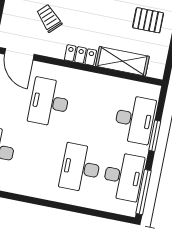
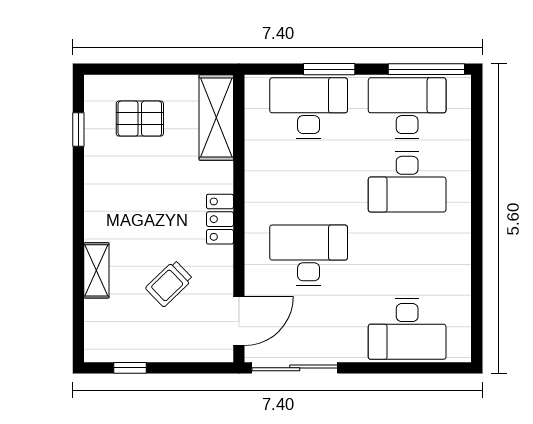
pallet: (148, 20) -> (140, 119), turned 90
shelving: (122, 61) -> (216, 118), moved
desk: (49, 102) -> (309, 255), turned 180

